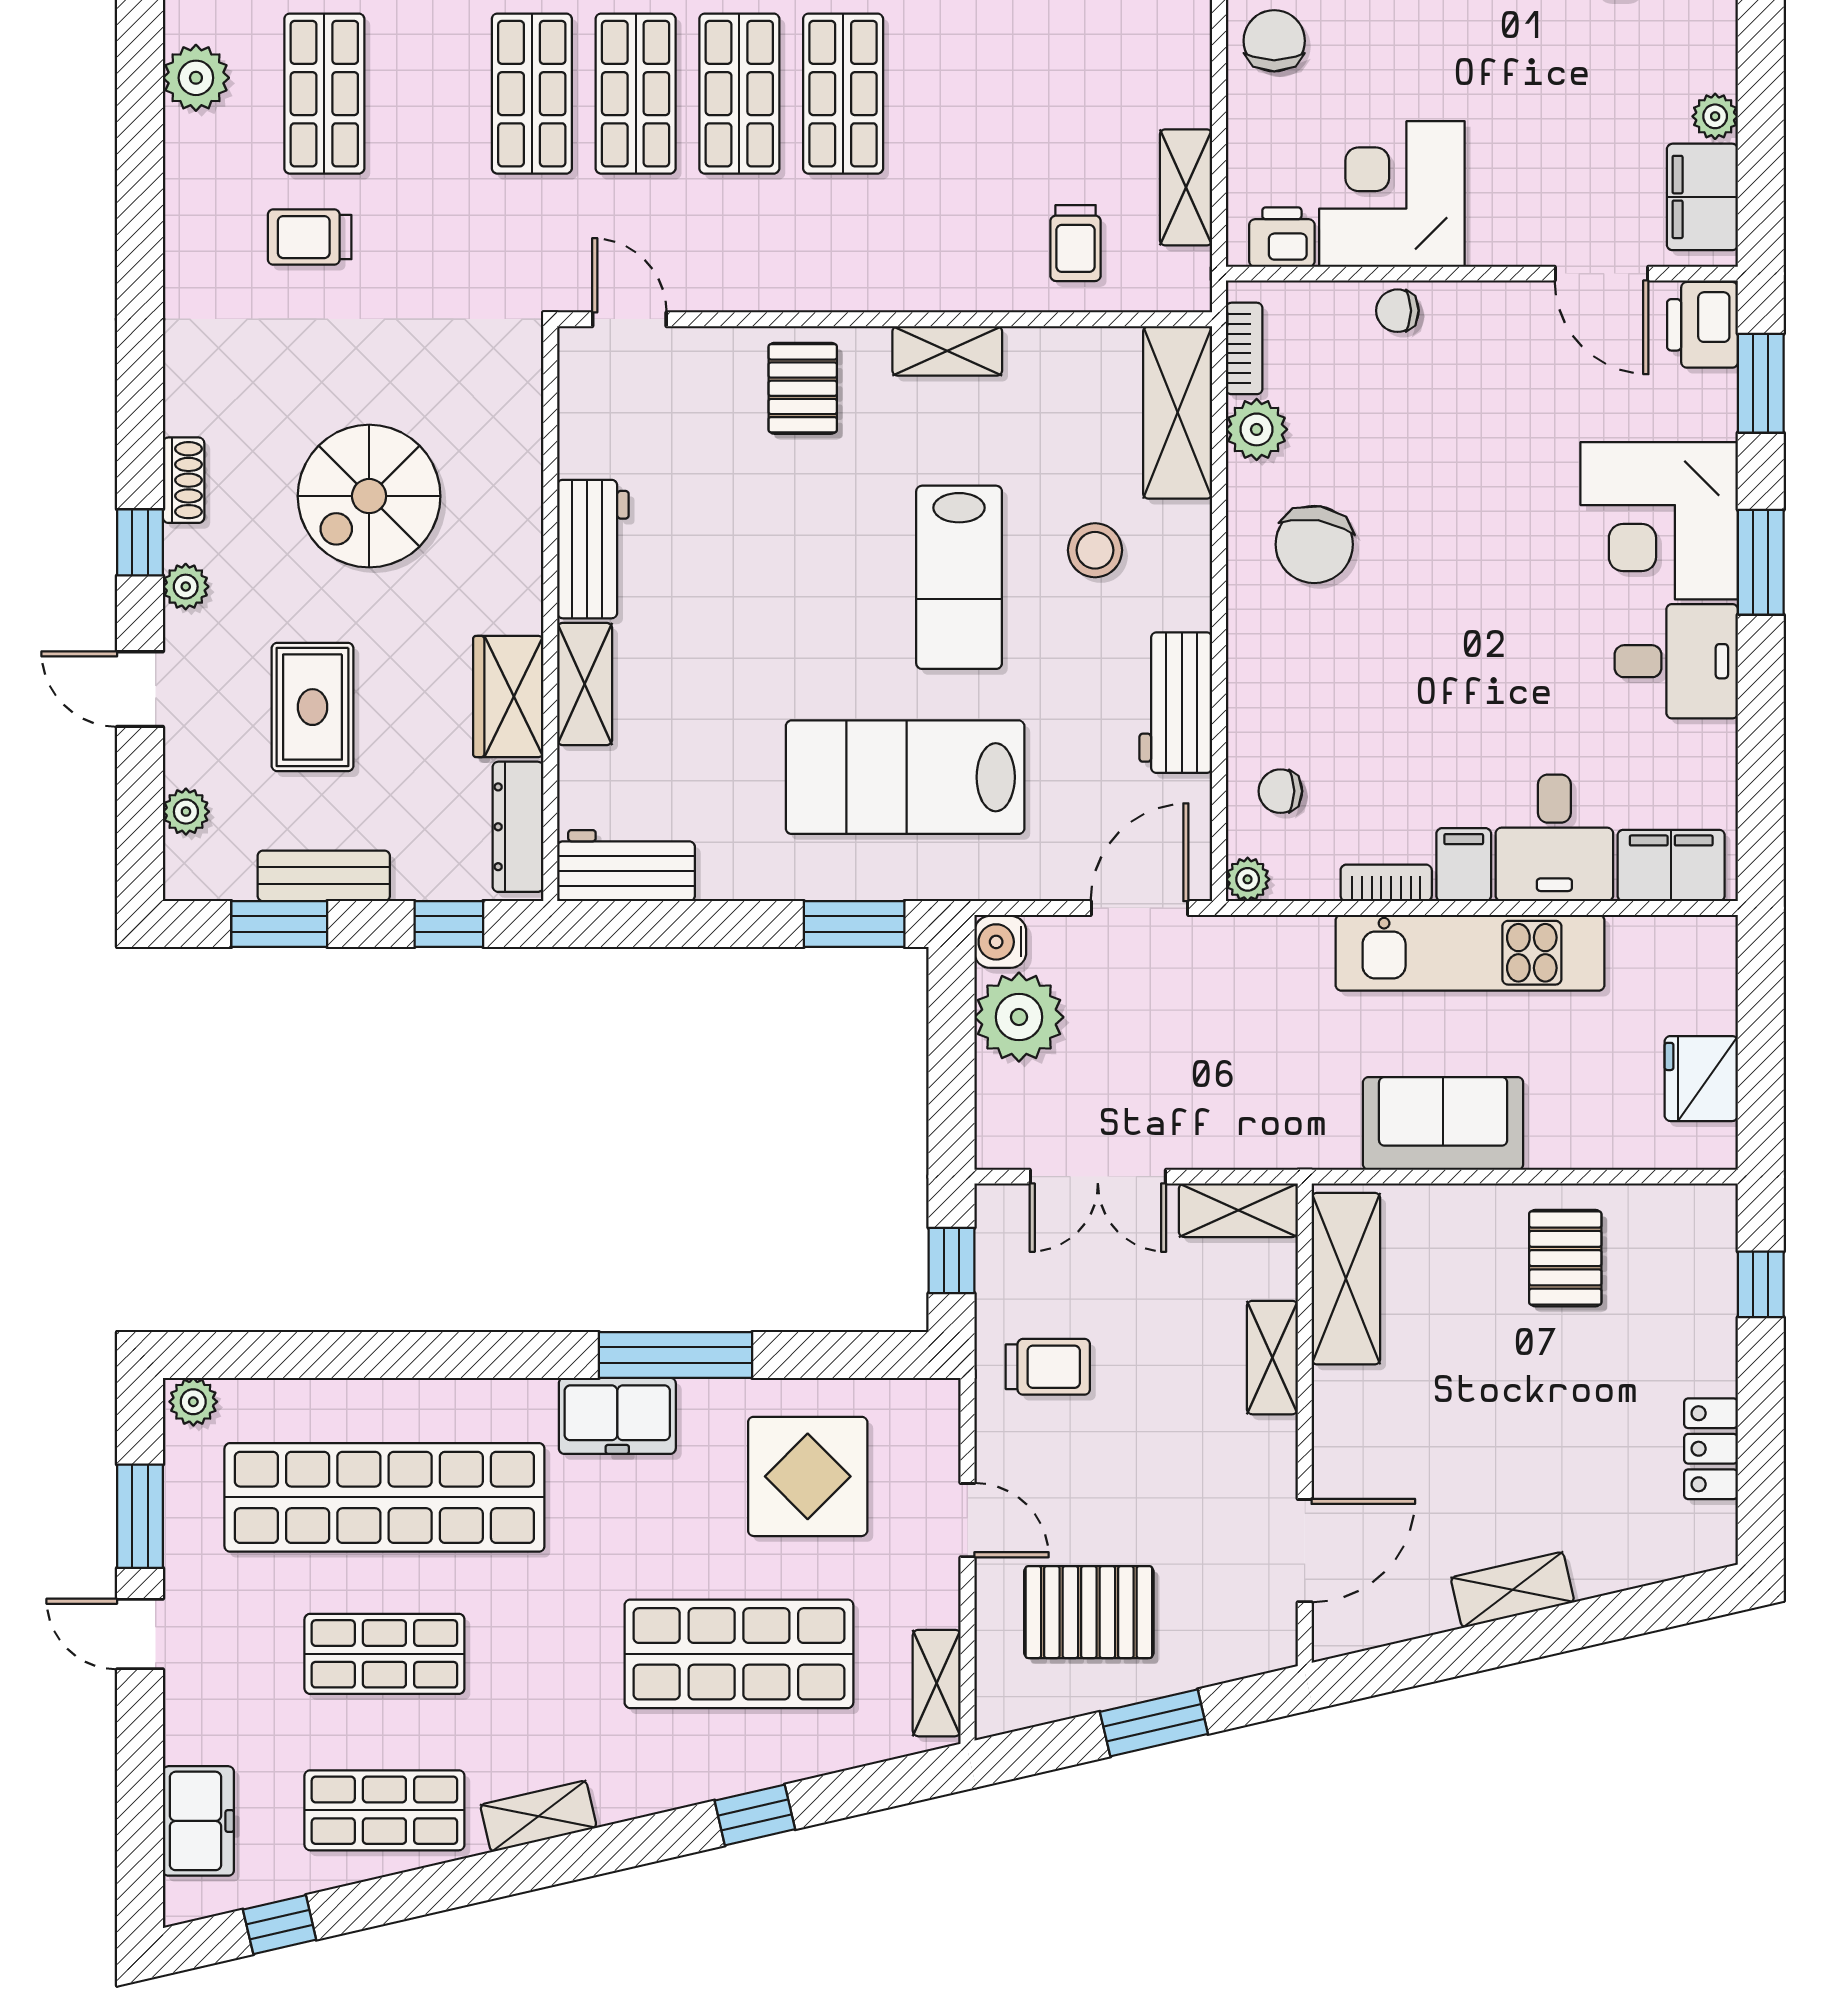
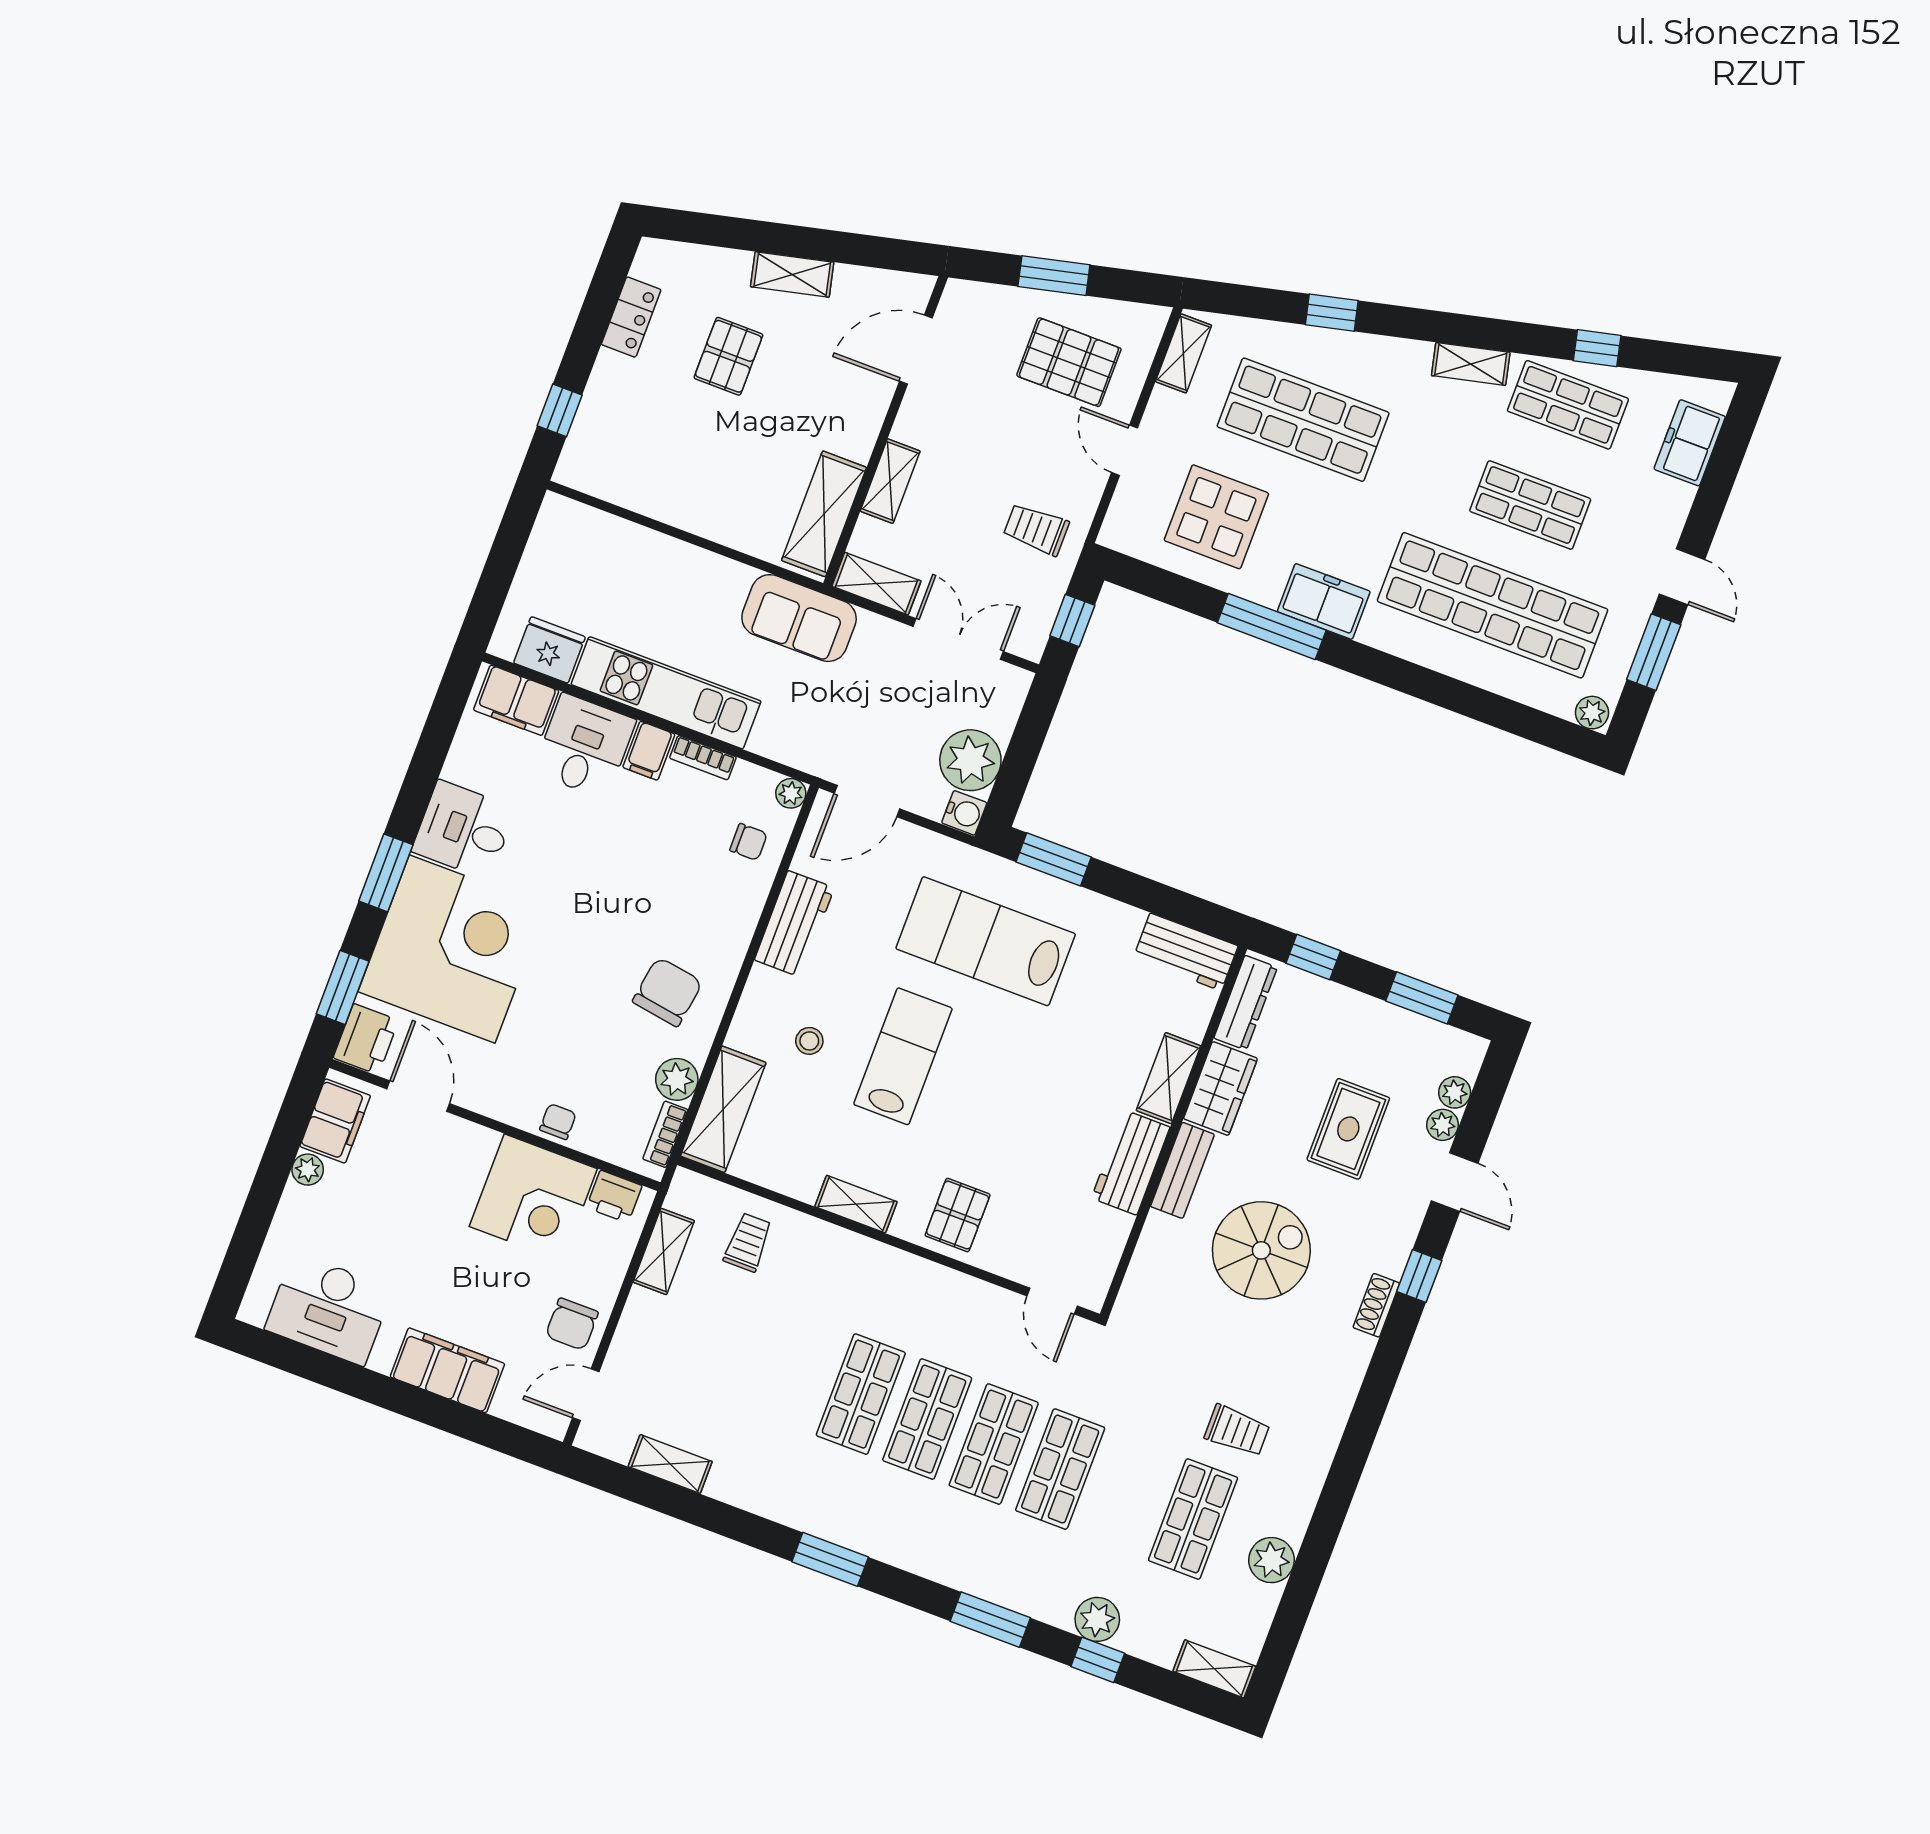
chair: (1397, 311) -> (558, 1122), turned -90
corner desk: (1659, 521) -> (452, 949), width x1.36, depth x1.36
stool: (1095, 550) -> (809, 1041), width x0.73, depth x0.73
plant: (186, 587) -> (1443, 1125), moved
lab bench: (905, 777) -> (986, 941), turned 180
bench: (324, 876) -> (1182, 1170), moved, turned 90
fridge: (1701, 1079) -> (549, 650), moved, turned -90
sofa: (1443, 1123) -> (799, 618), moved
pallet: (1565, 1258) -> (728, 356), moved
window: (280, 1925) -> (1597, 348), moved

